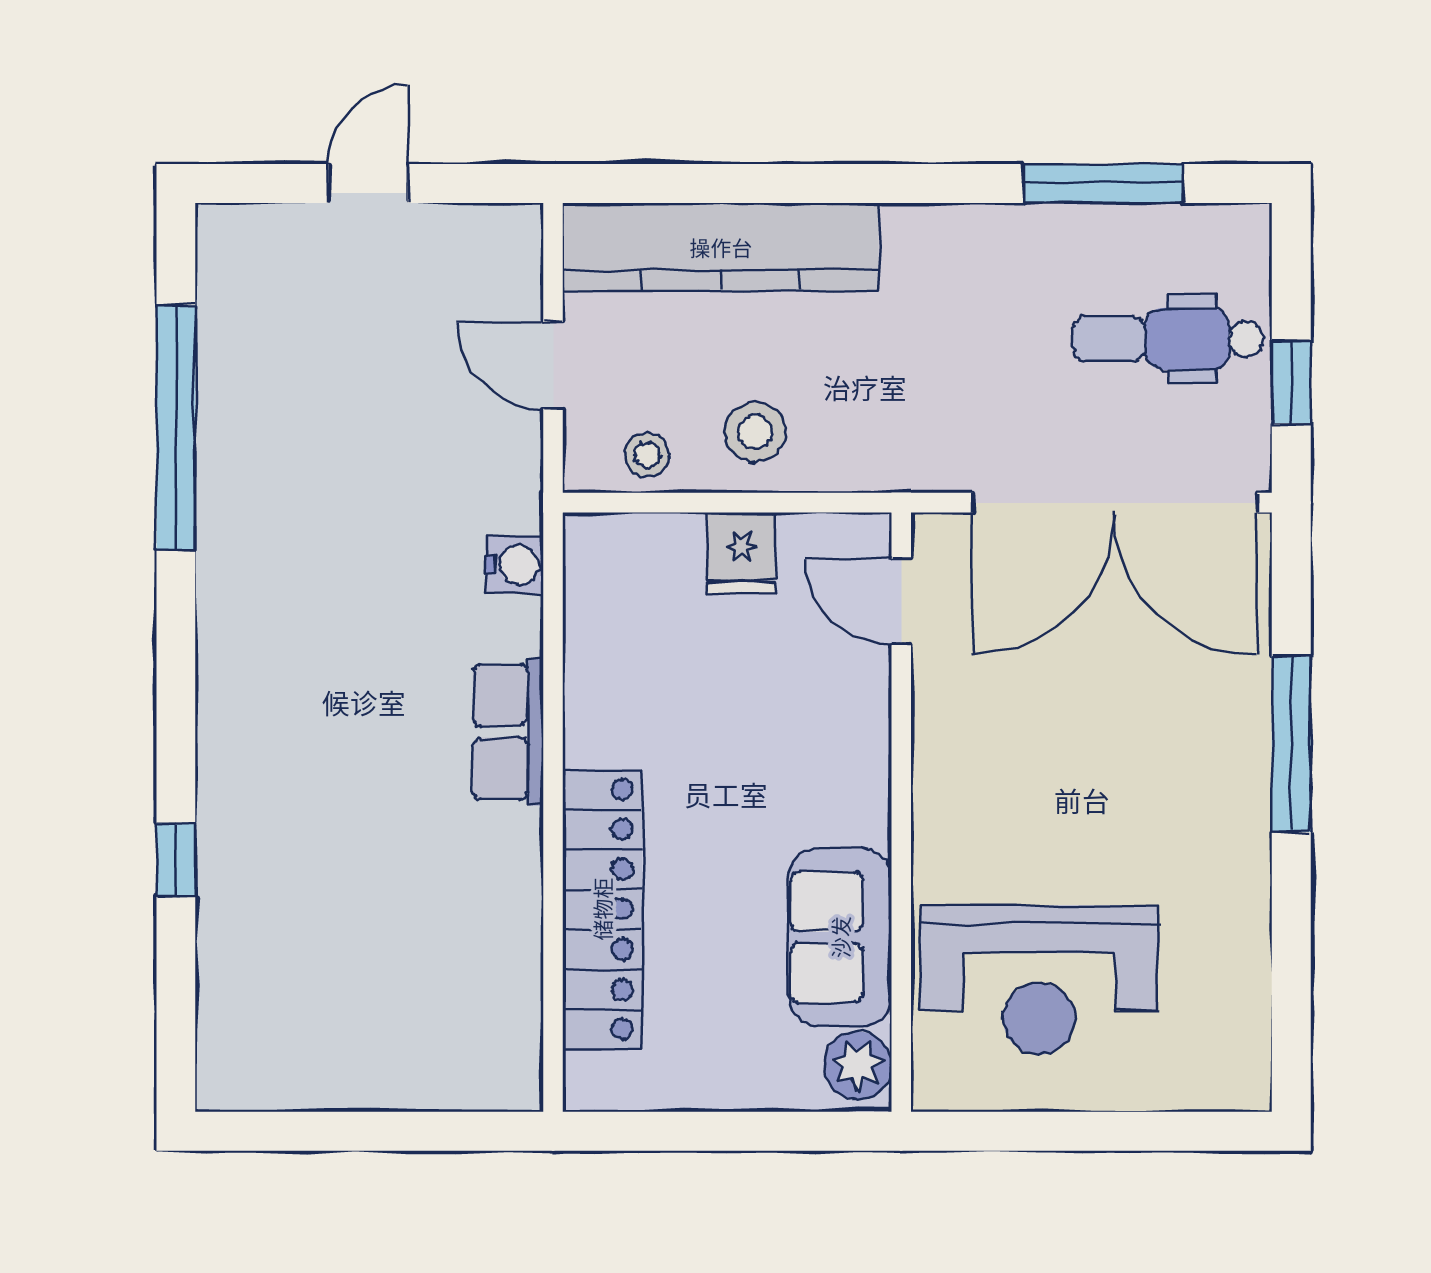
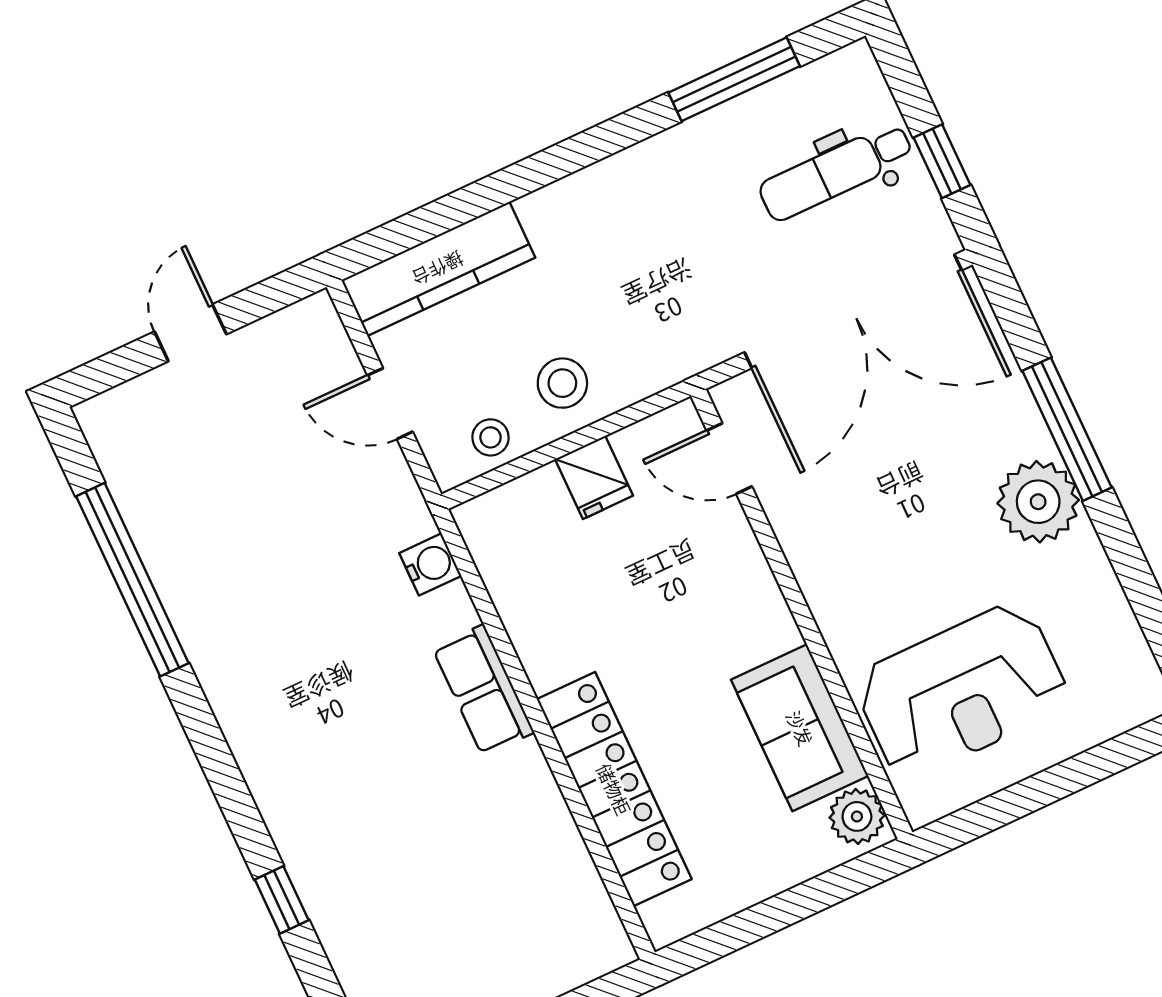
kitchen counter: (721, 247) -> (438, 269), width x0.72, depth x0.86
plant: (1222, 810) -> (1038, 502), added

